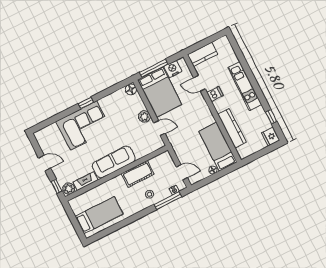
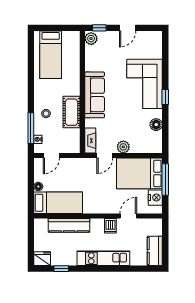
kitchen counter: (202, 54) -> (155, 251), moved
floor lamp: (131, 89) -> (156, 125), moved
fireplace: (85, 181) -> (90, 141), moved

